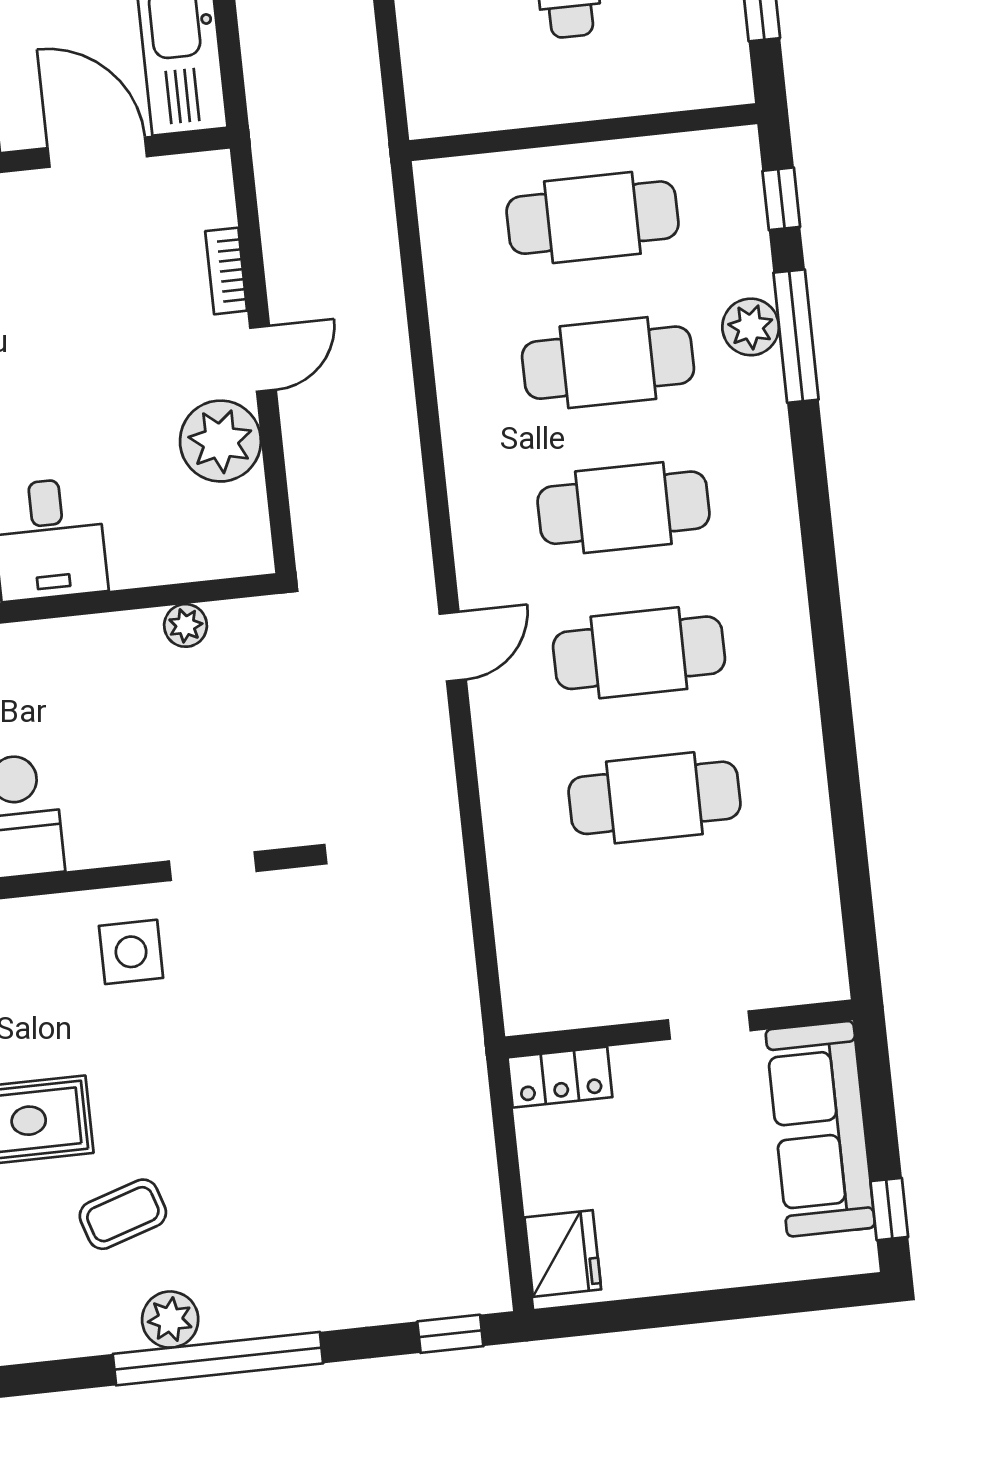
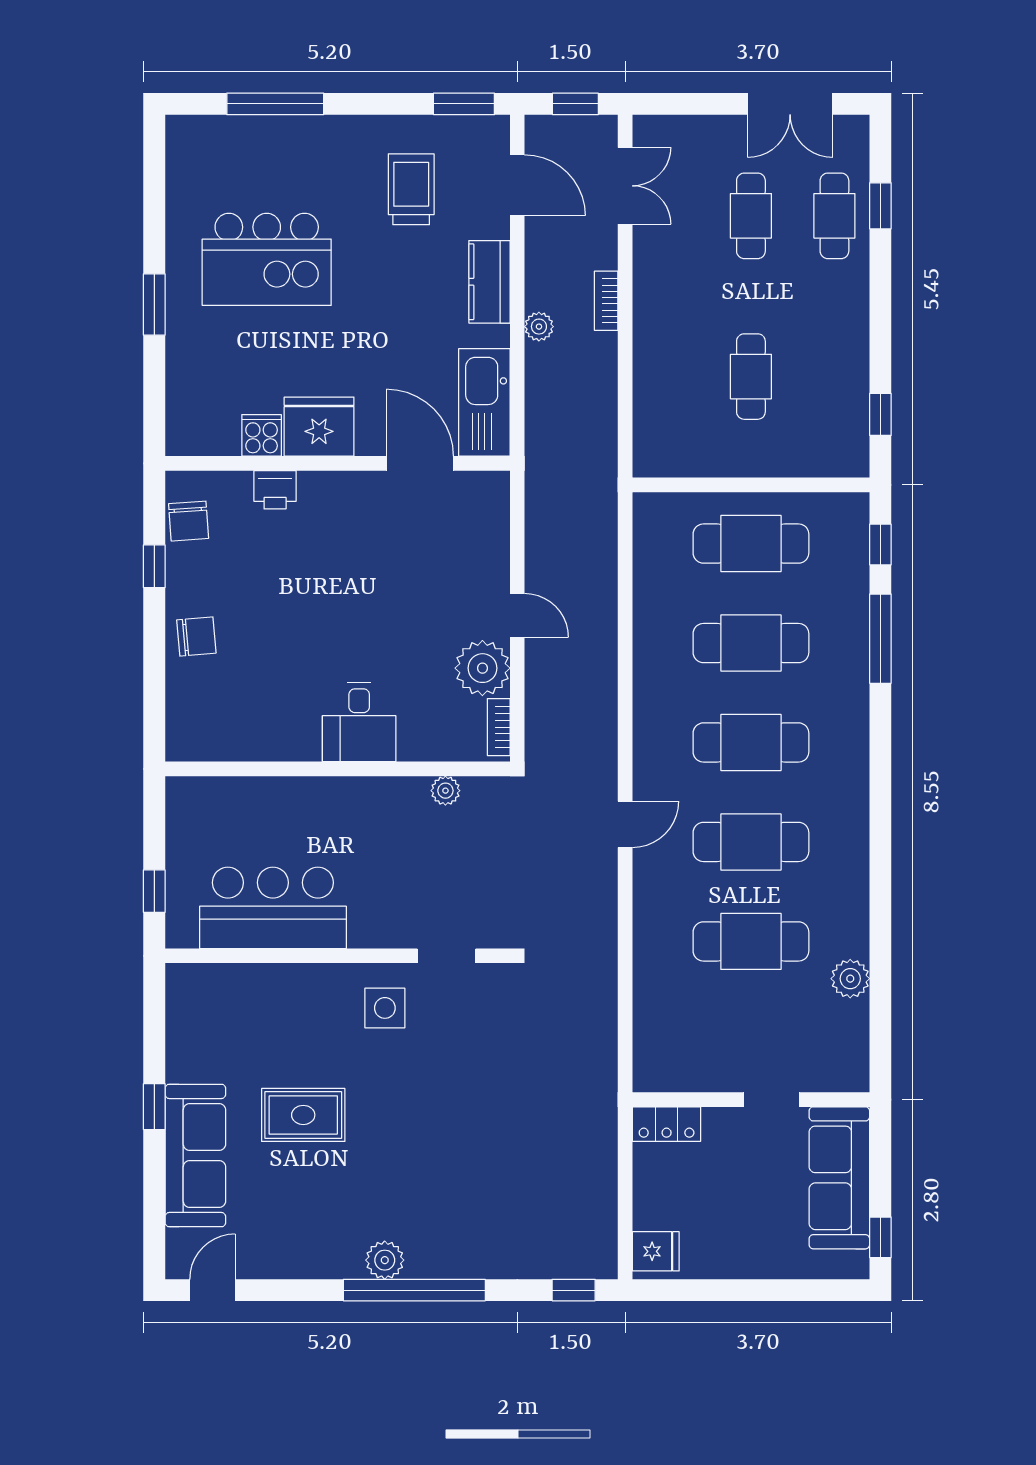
bookcase: (226, 271) -> (499, 727), moved
plant: (751, 327) -> (850, 979), moved
door: (263, 359) -> (517, 615), hinge flipped
coffee table: (123, 1214) -> (360, 1185), removed
fridge: (563, 1253) -> (656, 1251), width x0.72

